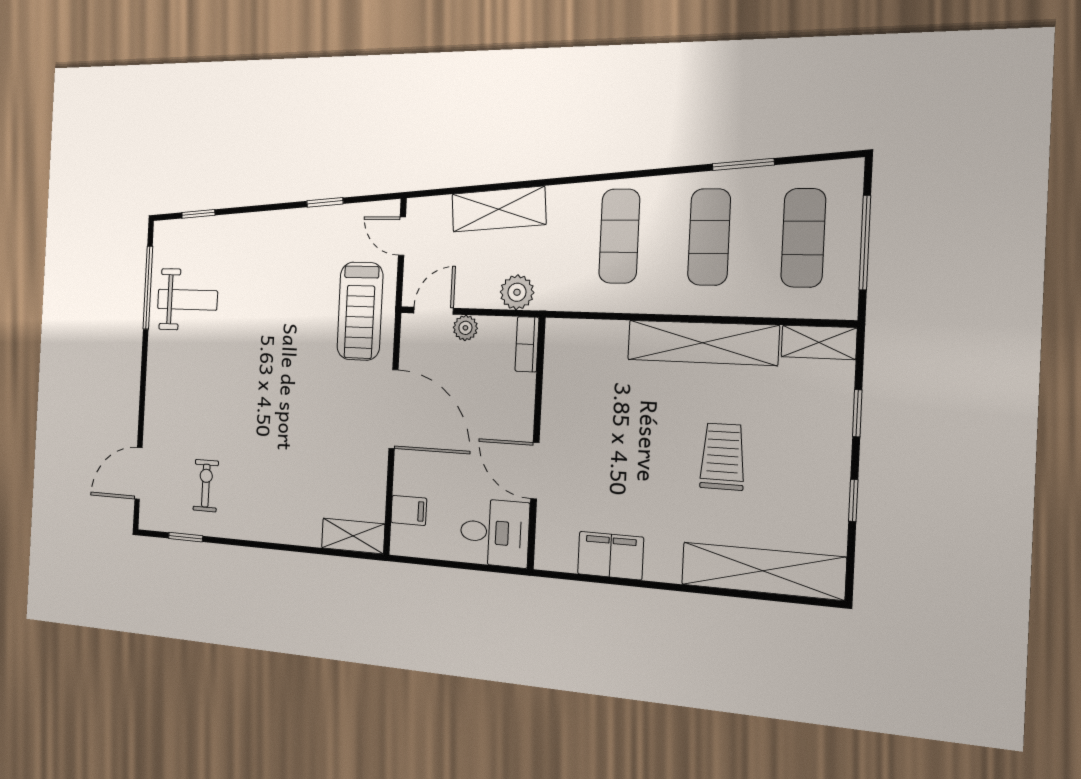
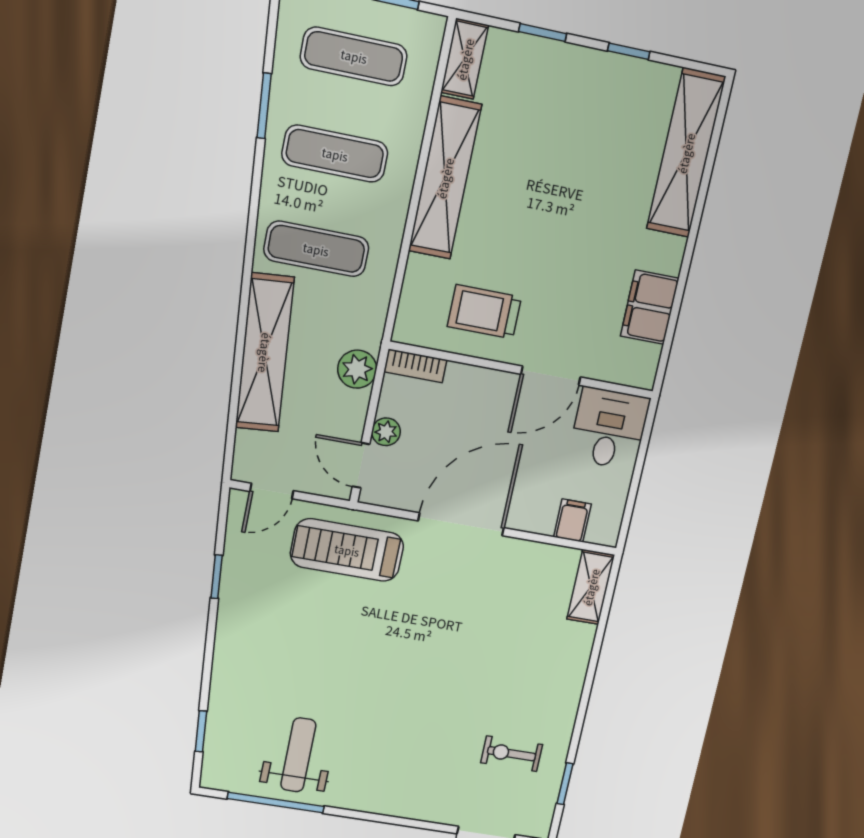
shelving: (499, 209) -> (265, 353), width x1.47
treadmill: (360, 311) -> (347, 550), turned 180
trolley: (723, 457) -> (484, 312), moved

